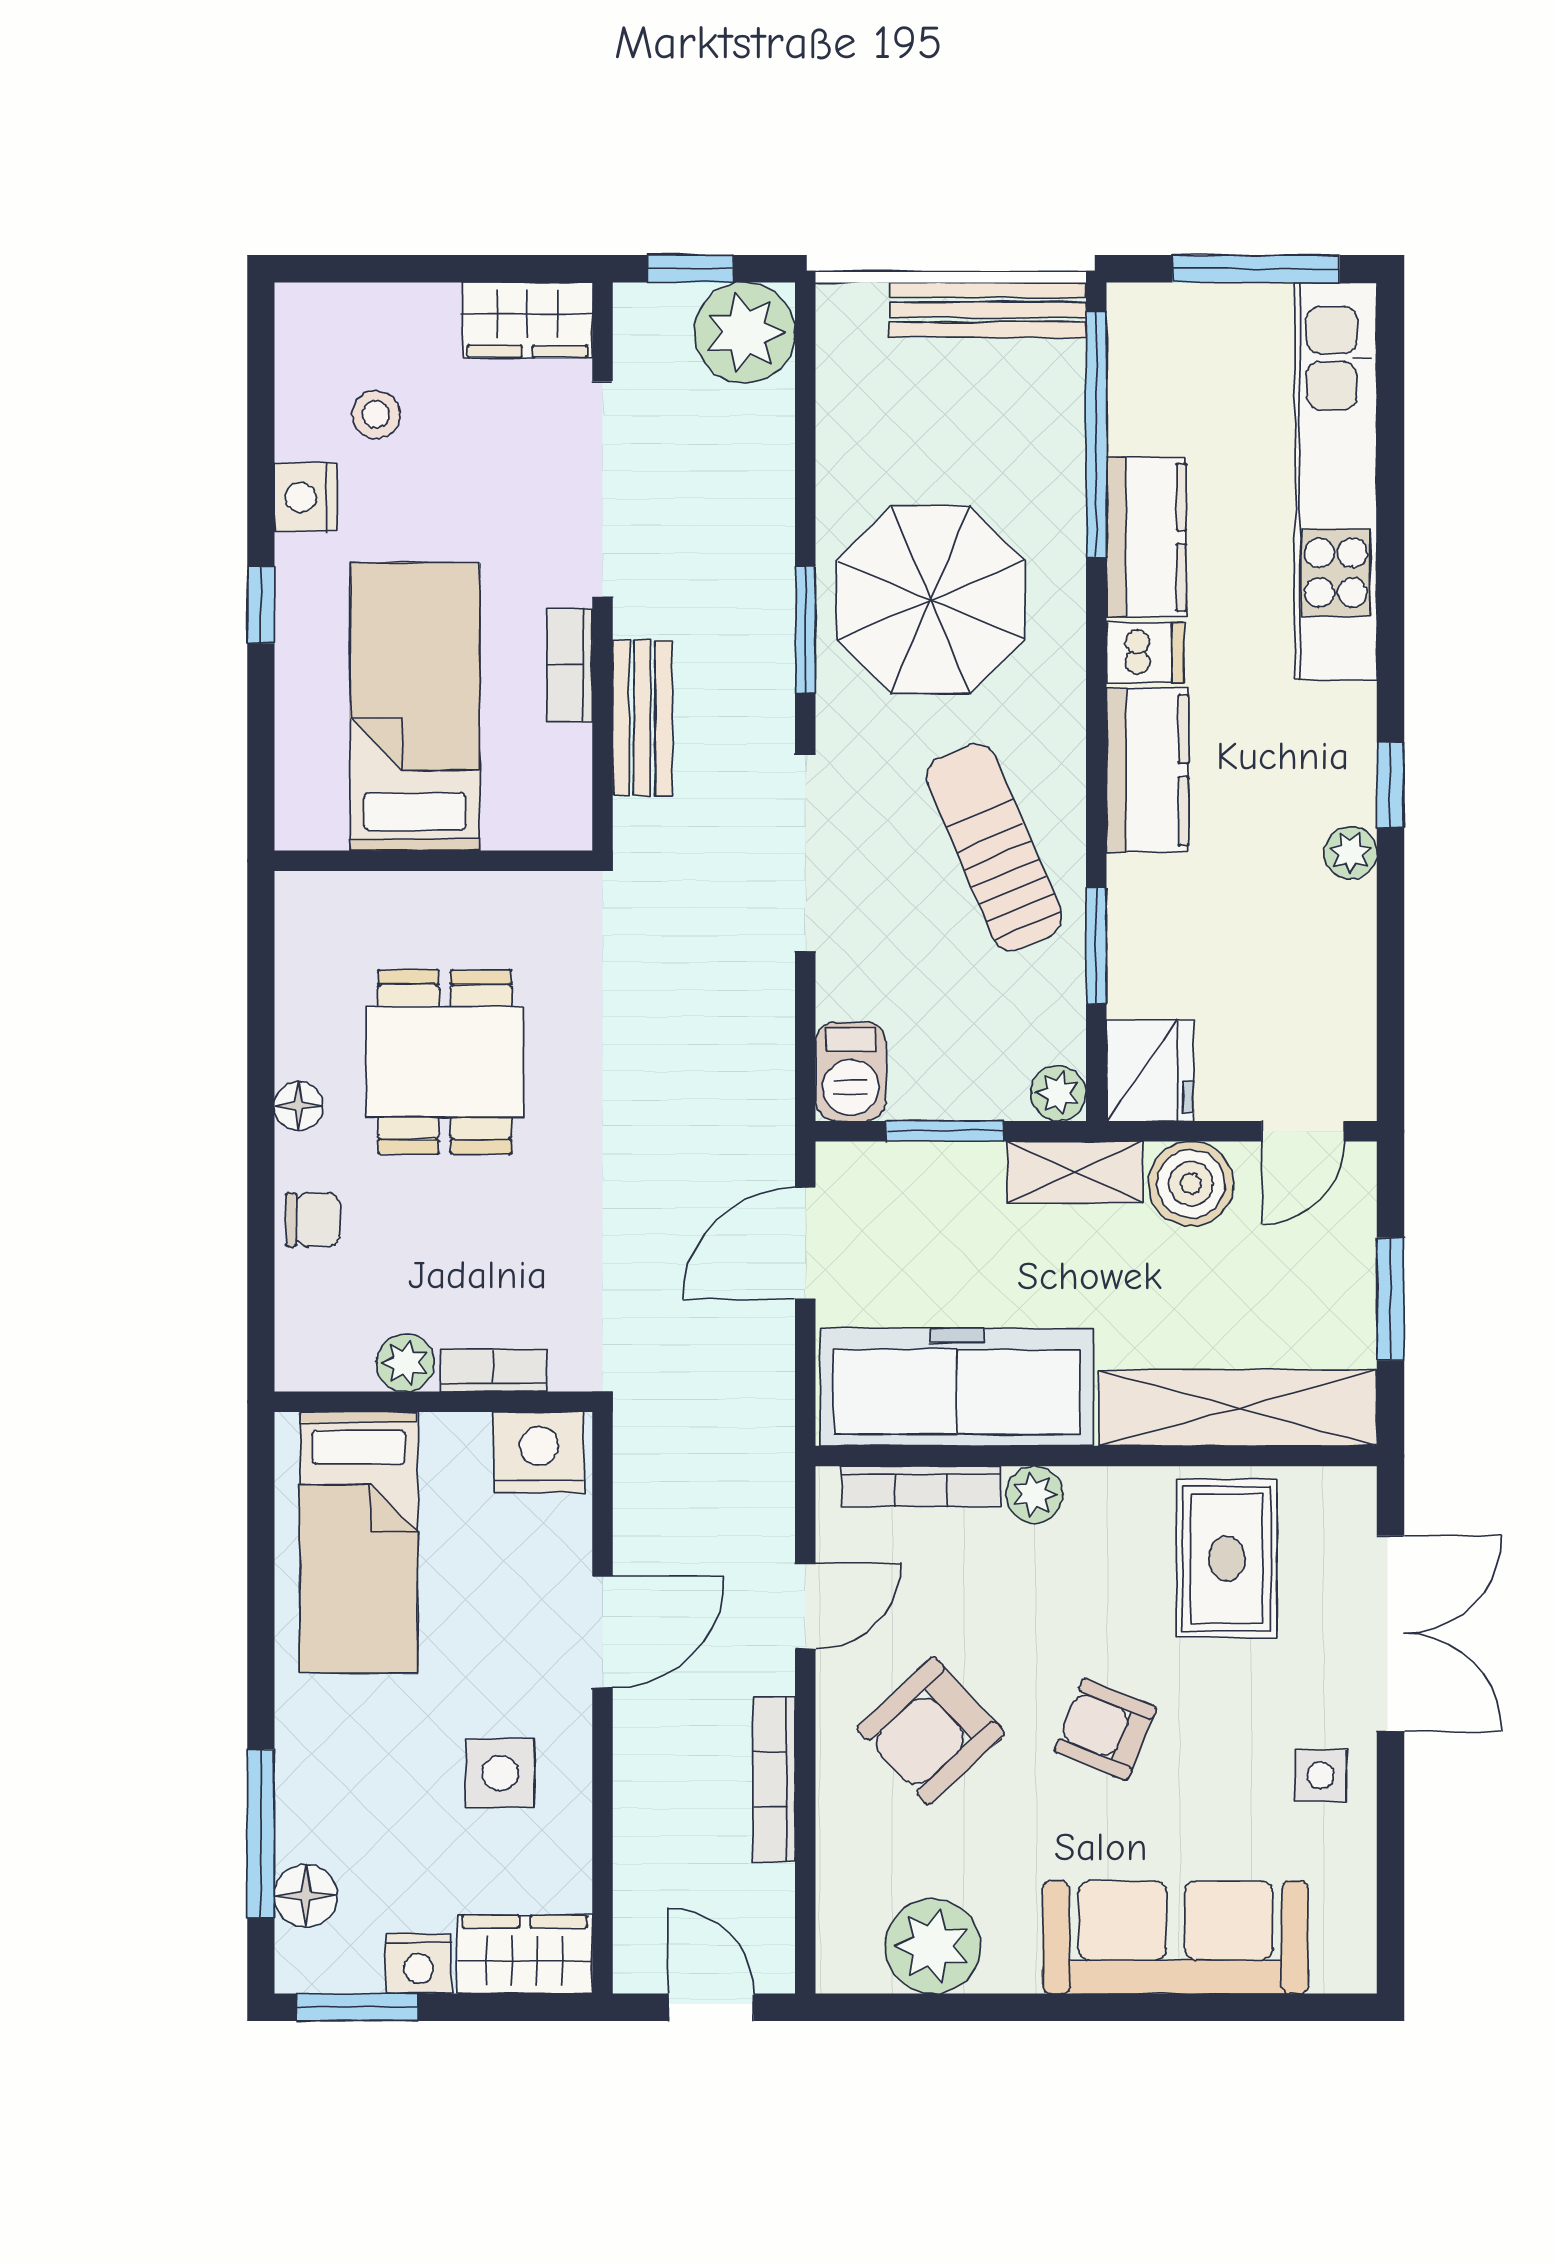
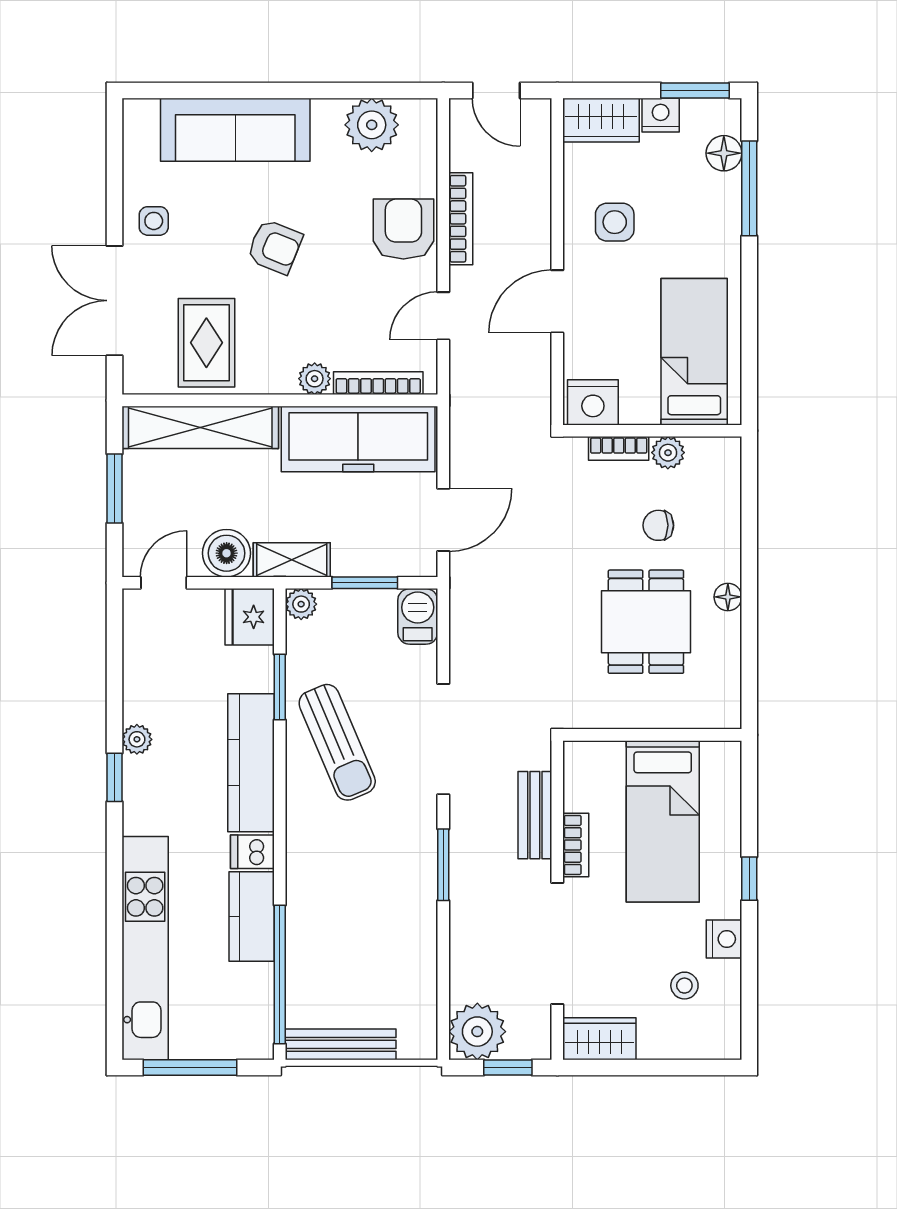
parasol: (931, 600) -> (373, 881), removed
kitchen counter: (1147, 770) -> (251, 763), width x1.50
chair: (313, 1220) -> (658, 525), moved
armchair: (931, 1731) -> (403, 229), moved, turned -47

